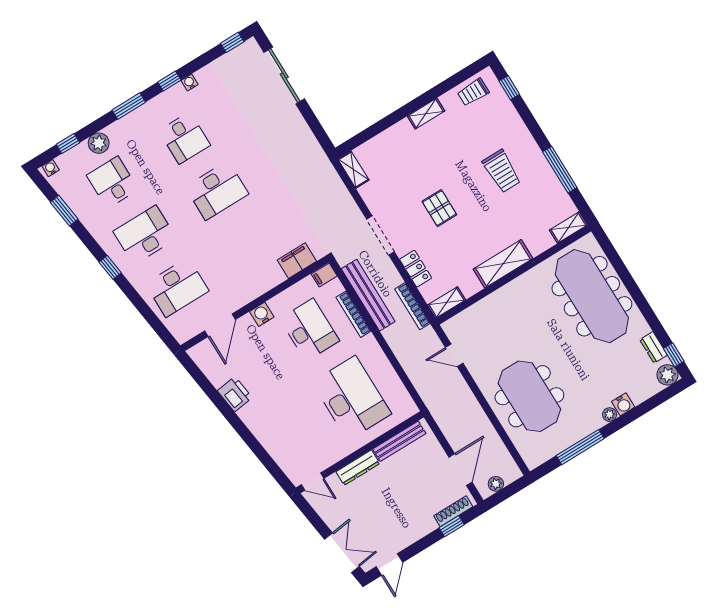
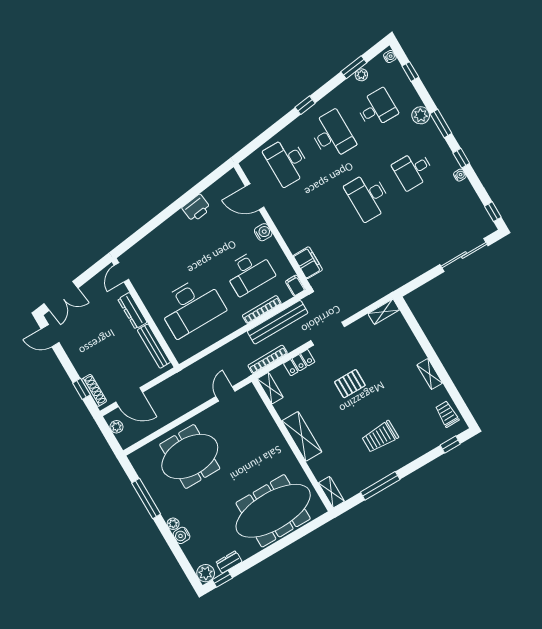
plant: (99, 143) -> (421, 115), moved
plant: (73, 201) -> (361, 75), added

